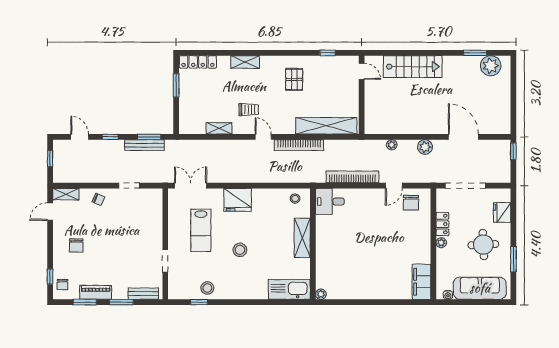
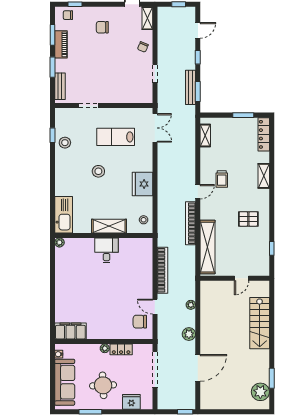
door: (362, 71) -> (242, 278), moved
shelving: (219, 128) -> (205, 136), moved
fridge: (238, 200) -> (142, 184), moved
desk: (330, 201) -> (107, 250), moved

